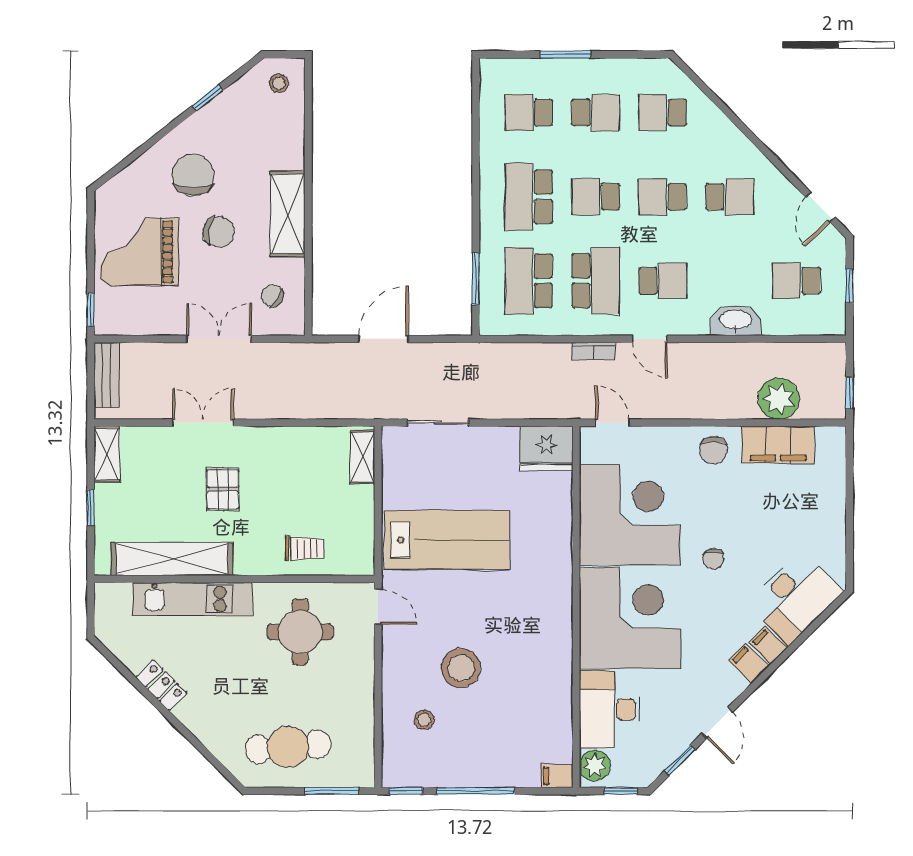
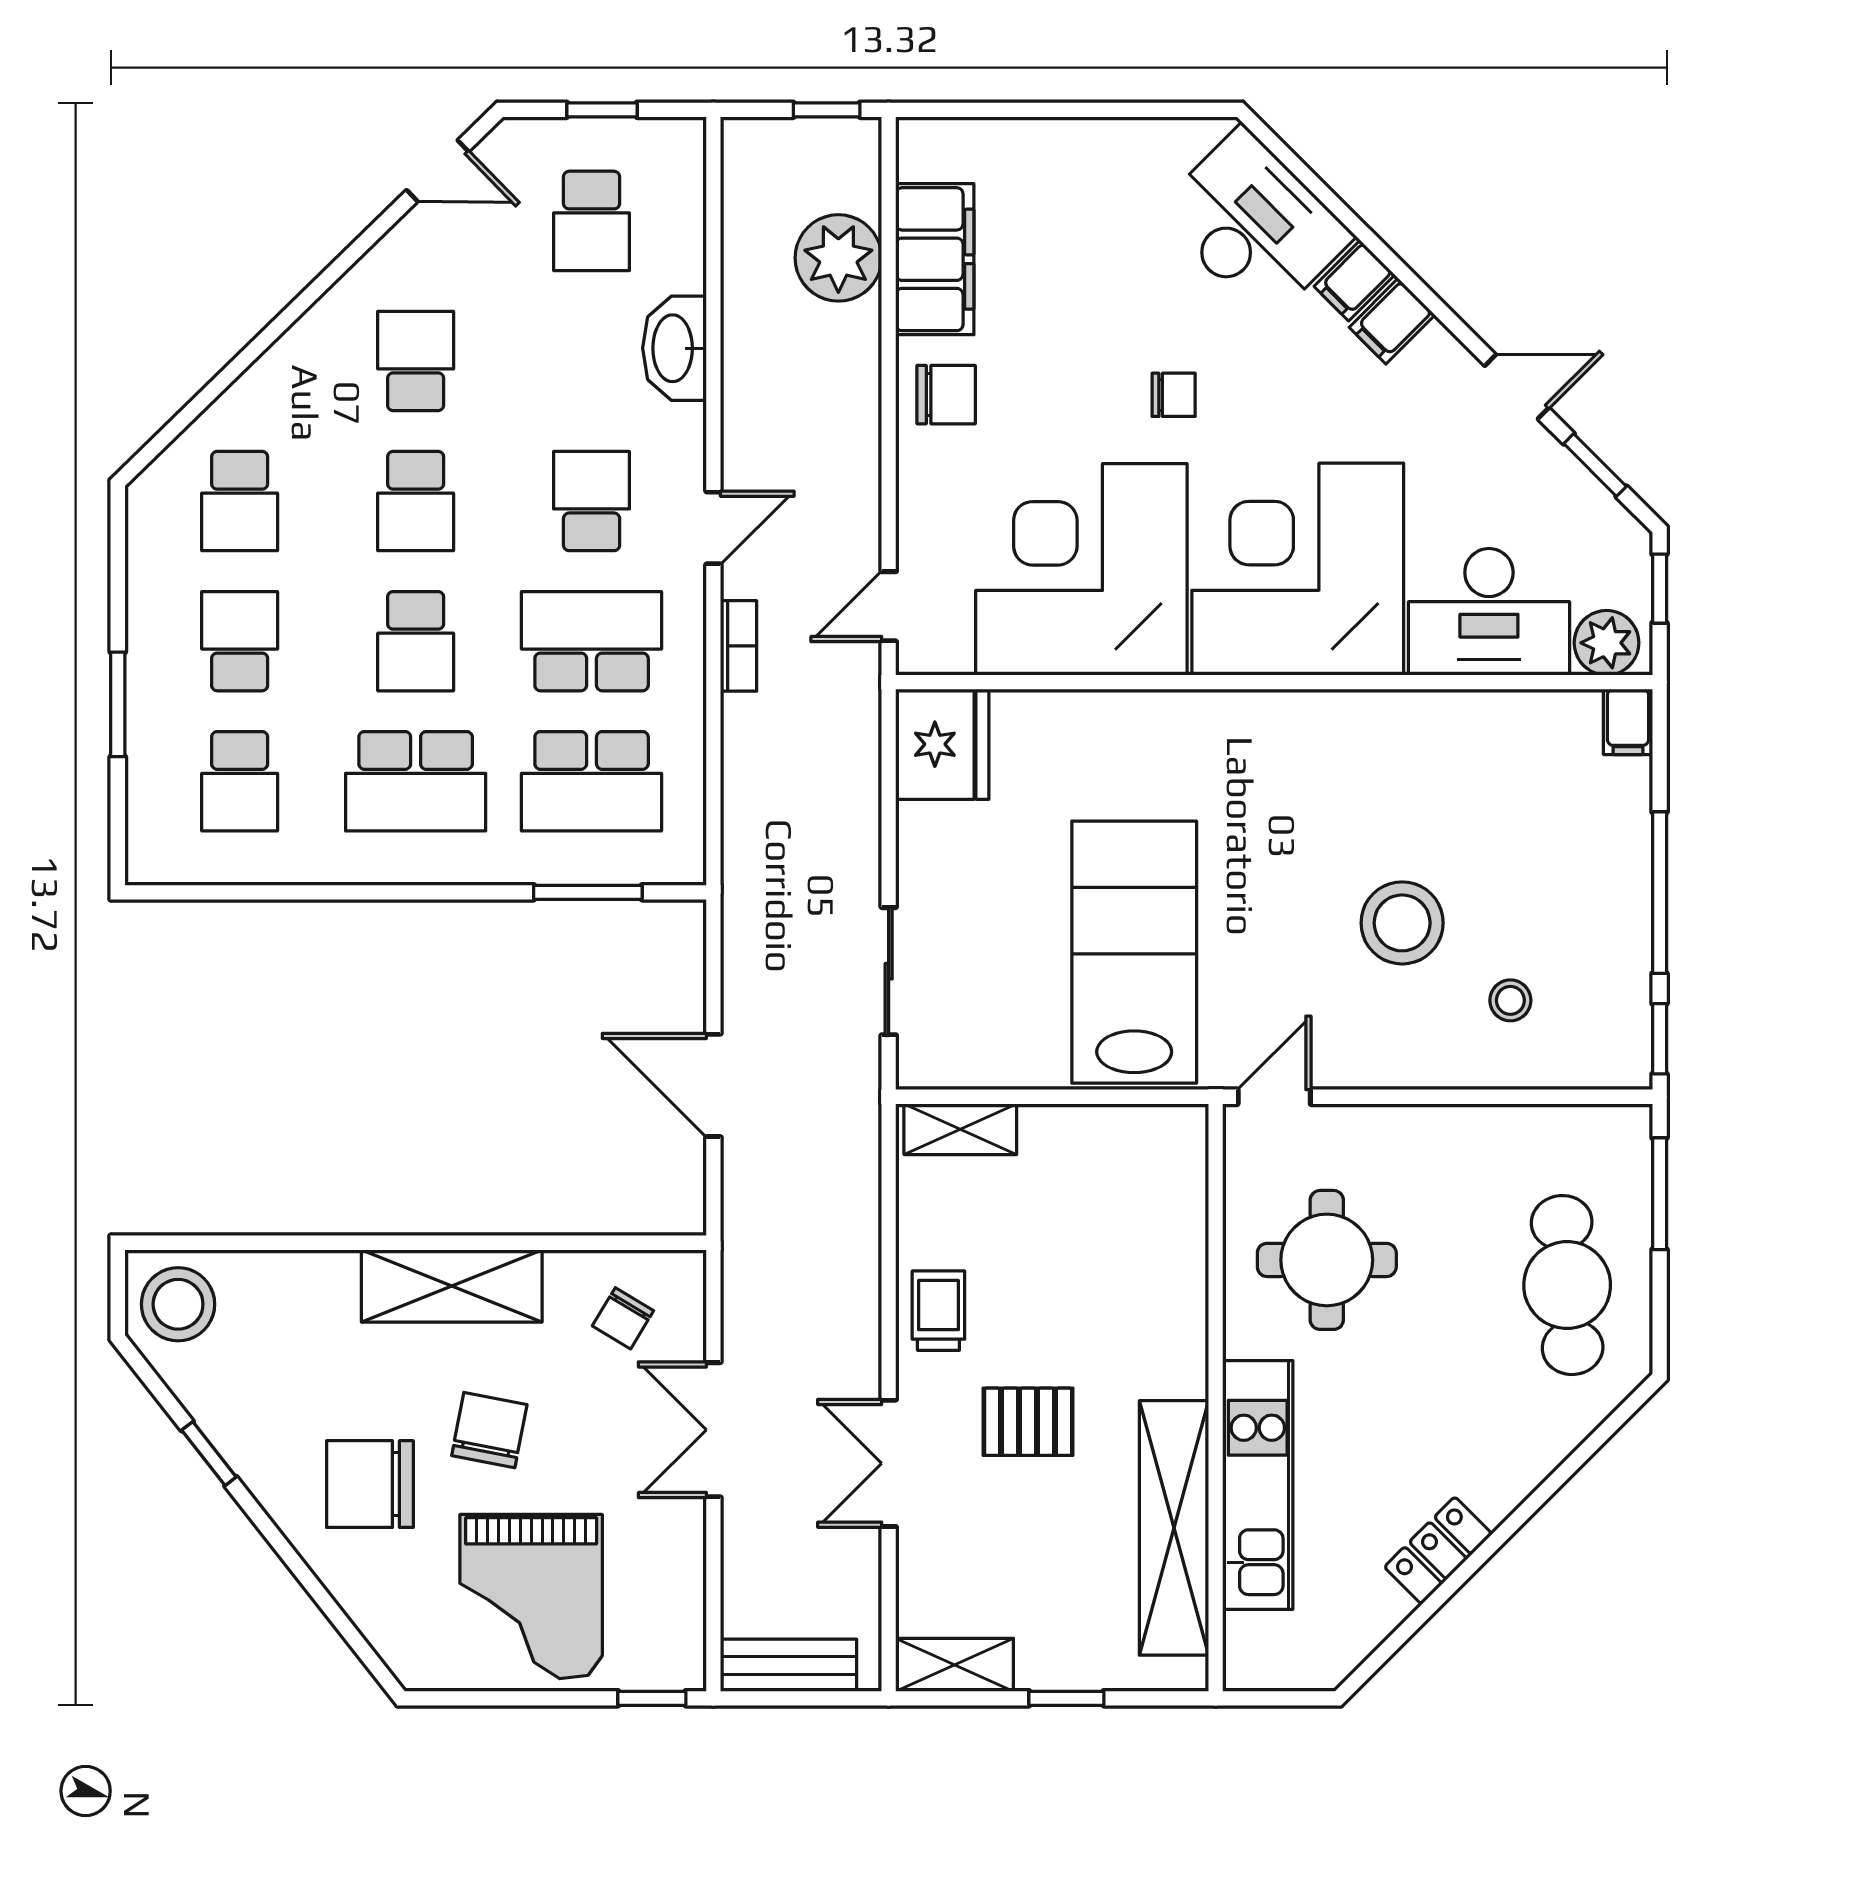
stool: (279, 83) -> (178, 1304), width x1.89, depth x1.89
trolley: (305, 549) -> (938, 1311), moved

